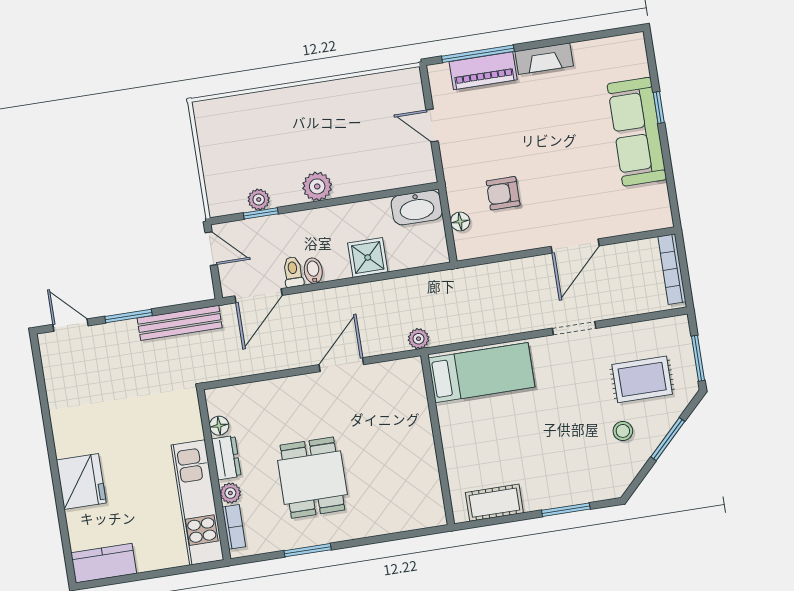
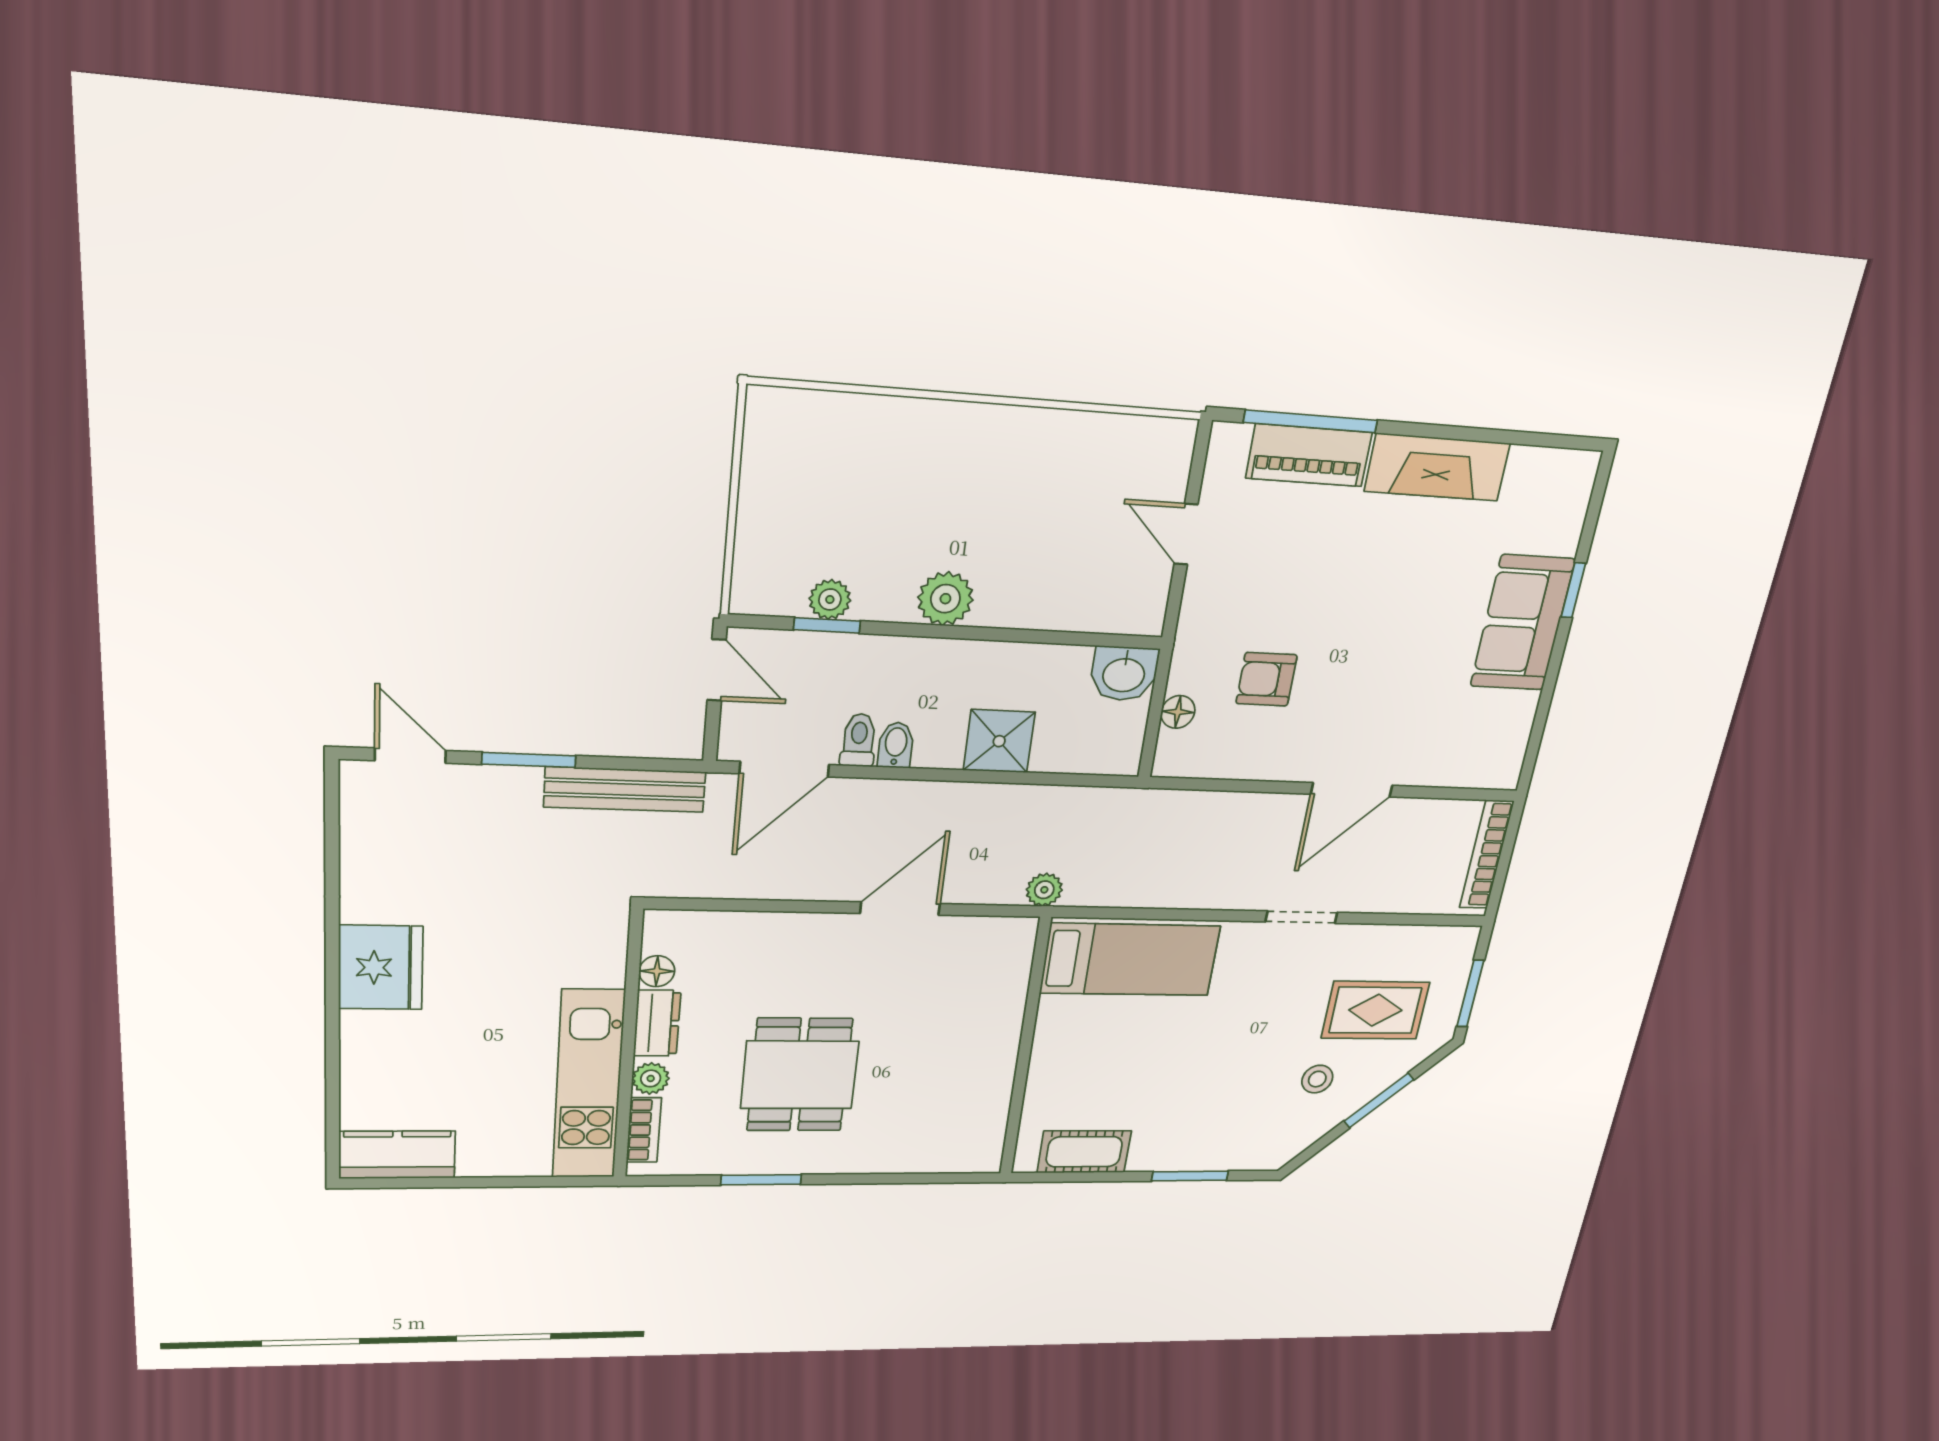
fireplace: (544, 59) -> (1437, 467), width x1.37, depth x1.32
sofa: (637, 132) -> (1522, 623), width x0.73
washbasin: (417, 208) -> (1124, 674), width x0.72
fridge: (81, 482) -> (381, 968), moved

